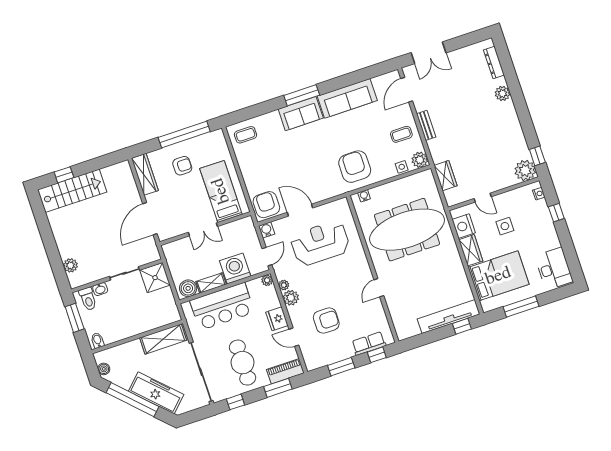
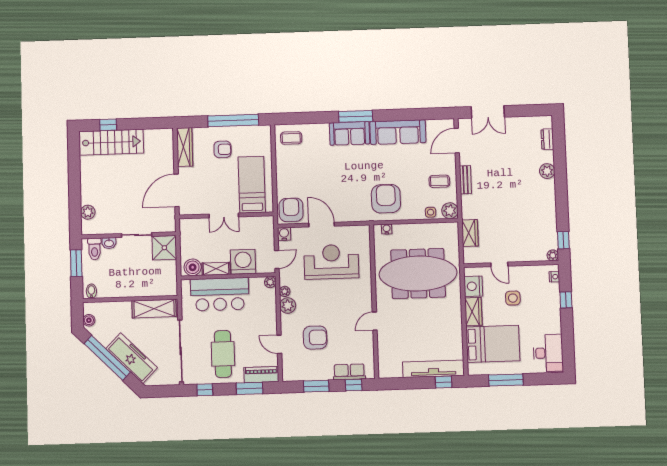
dresser: (494, 62) -> (547, 139), width x0.70
plant: (525, 170) -> (553, 255), width x0.53, depth x0.53
fridge: (277, 319) -> (268, 322), removed

